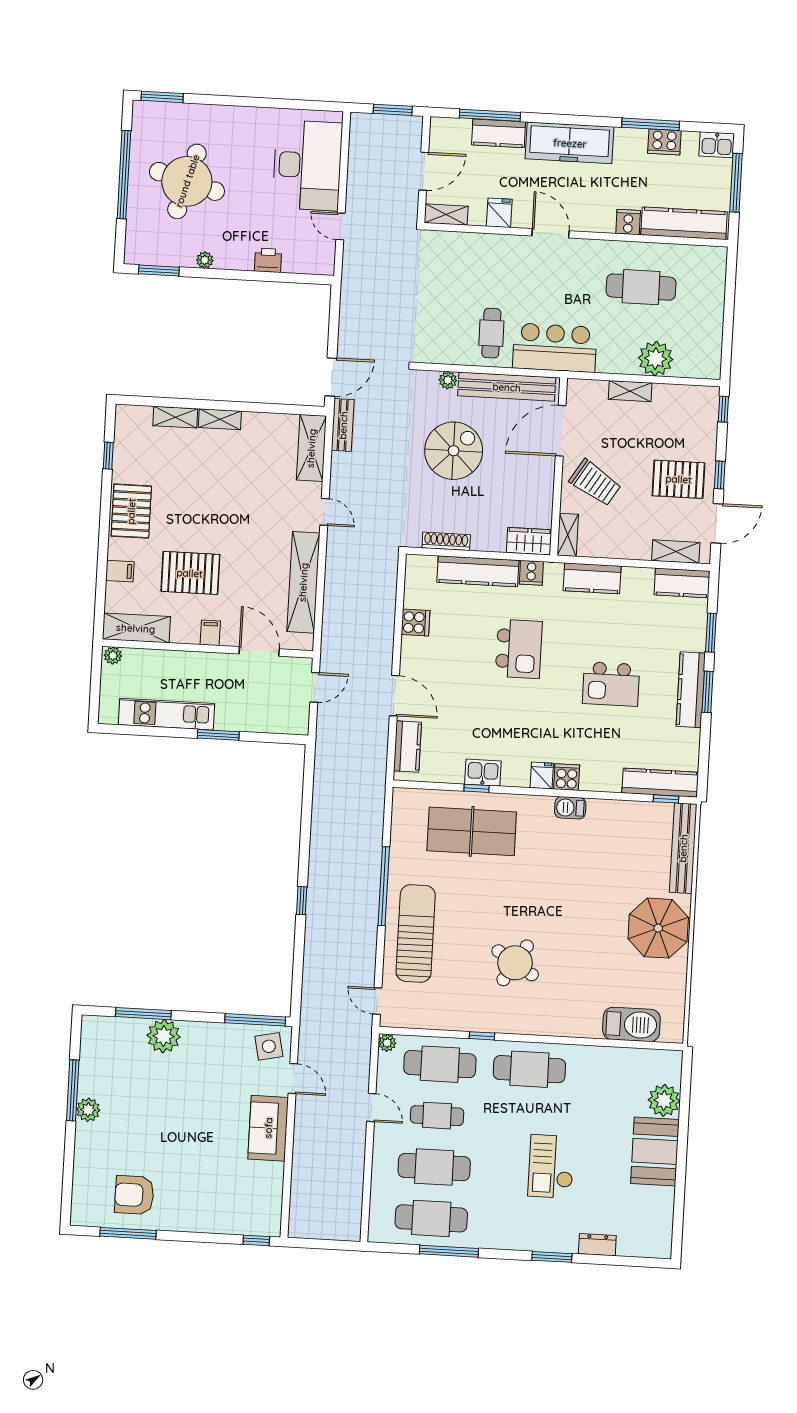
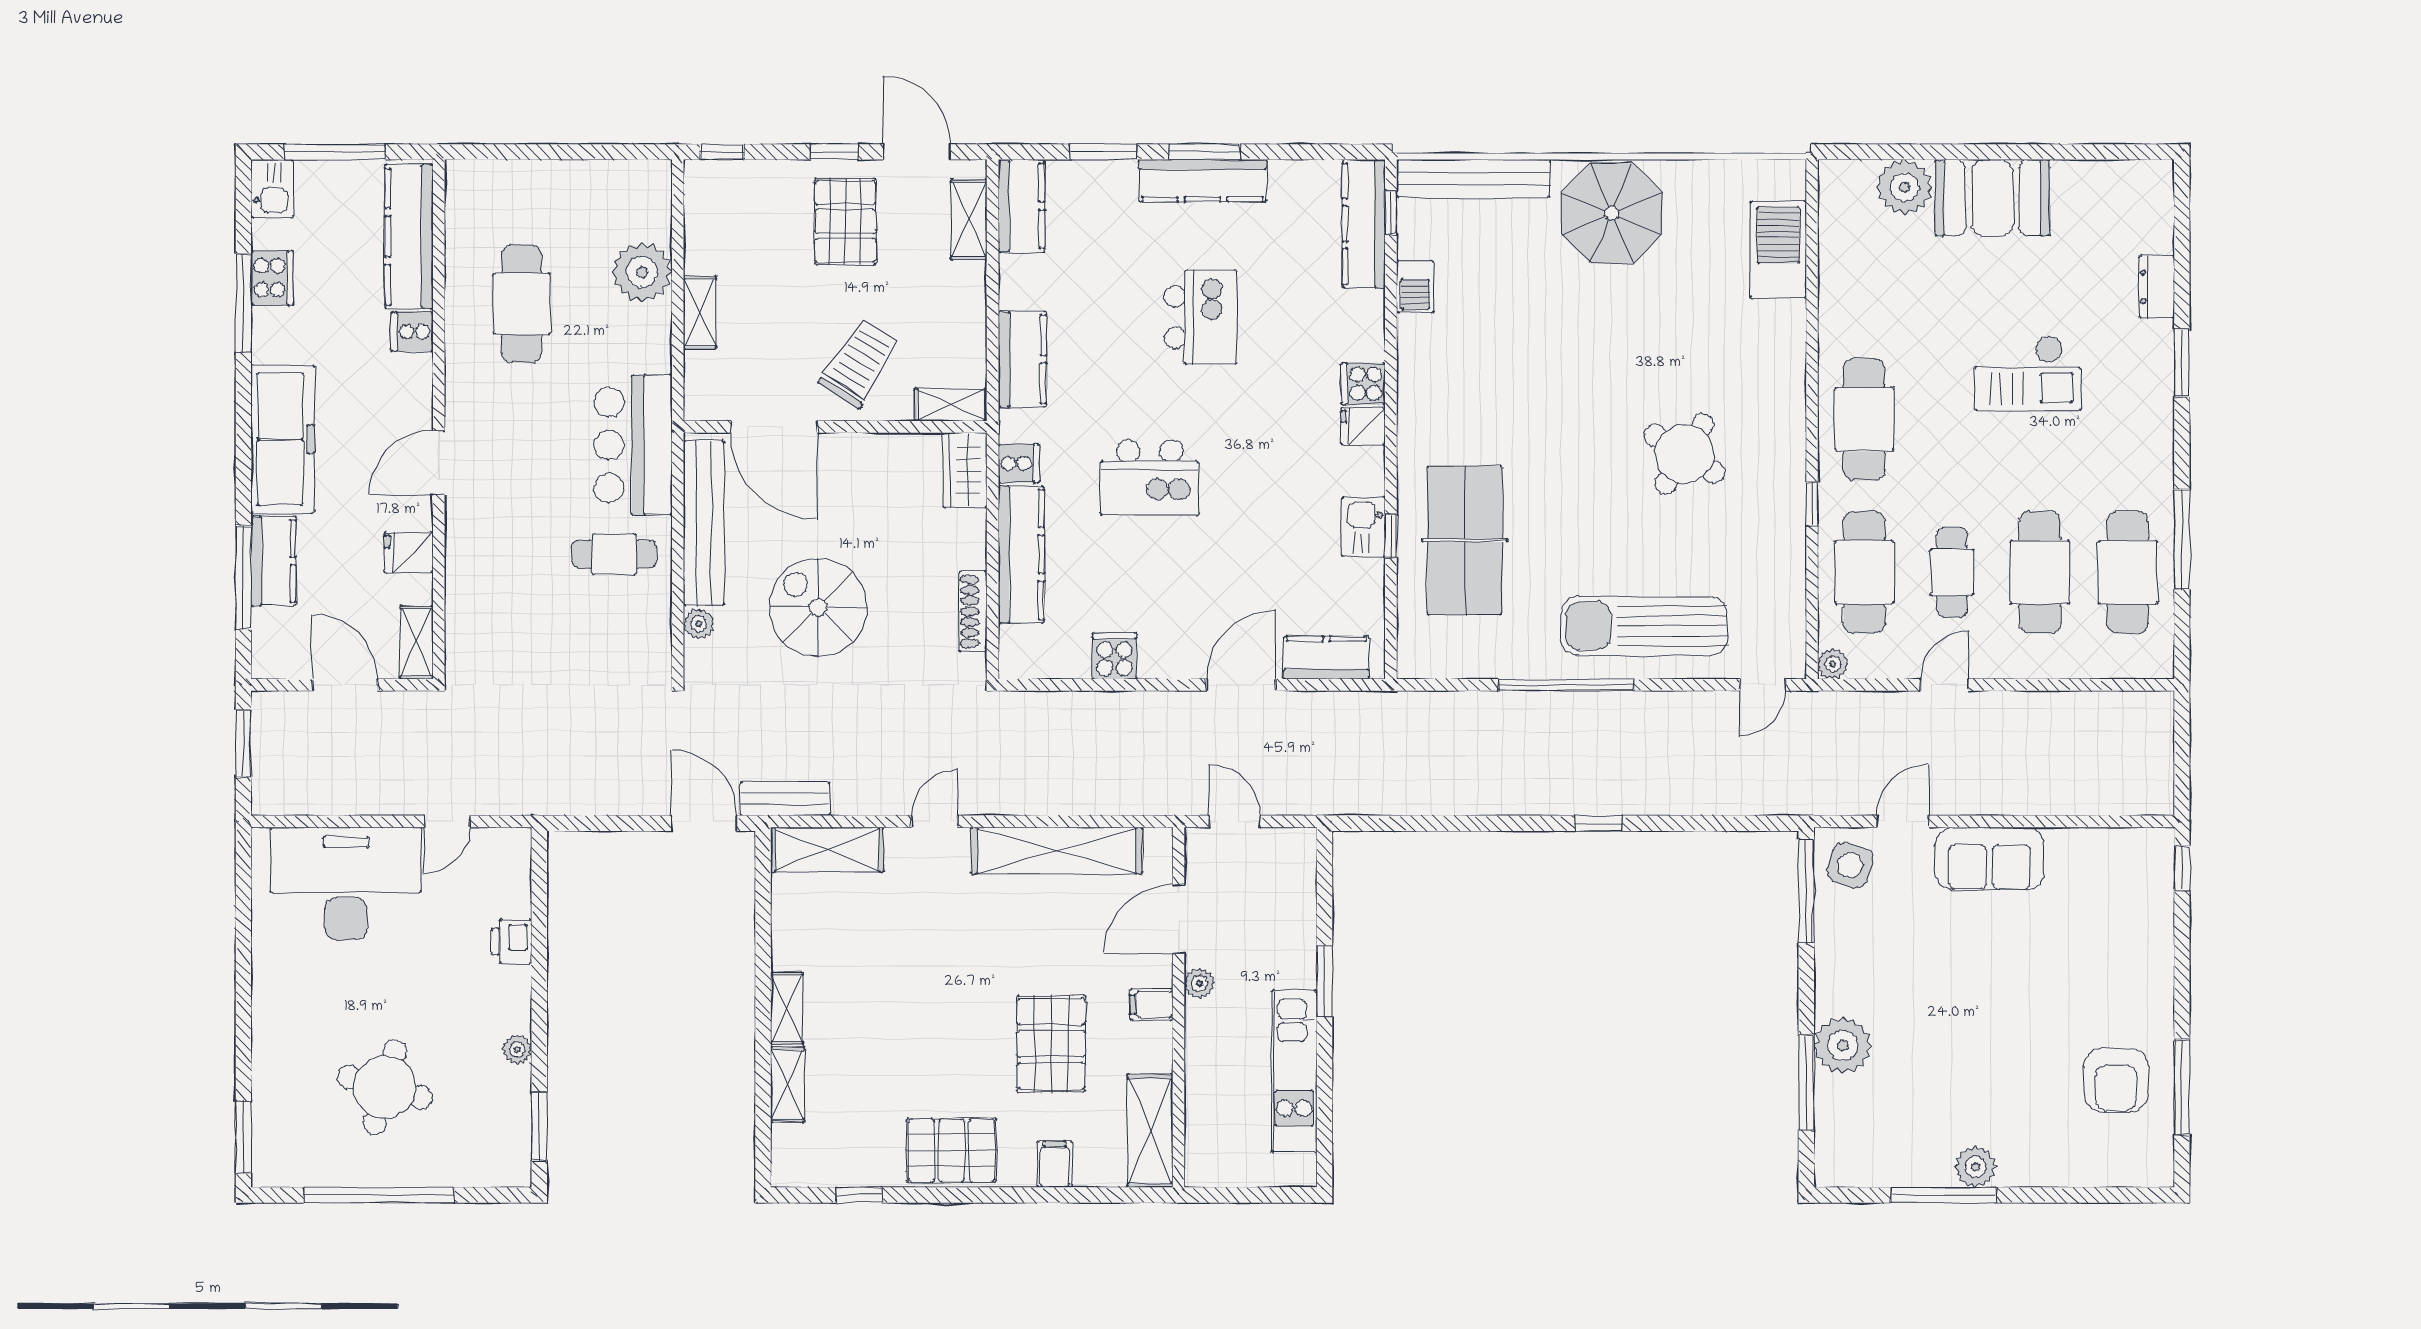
round table: (187, 181) -> (385, 1087), width x0.73, depth x0.73
kitchen island: (519, 649) -> (1150, 478), turned 180
plant: (113, 656) -> (1199, 983), moved
barbecue: (570, 808) -> (1415, 287), moved
side table: (269, 1046) -> (1850, 865), turned 30

